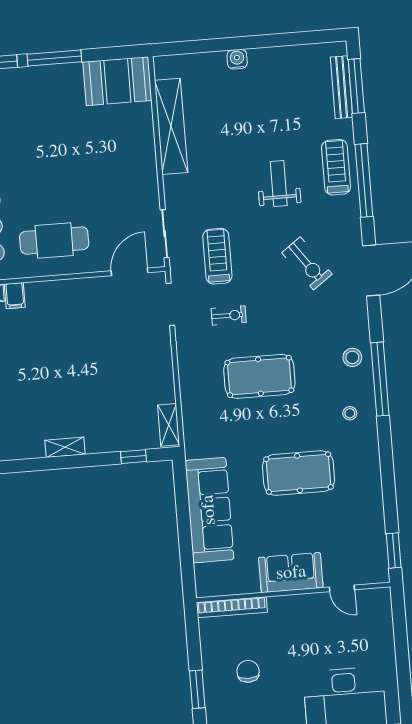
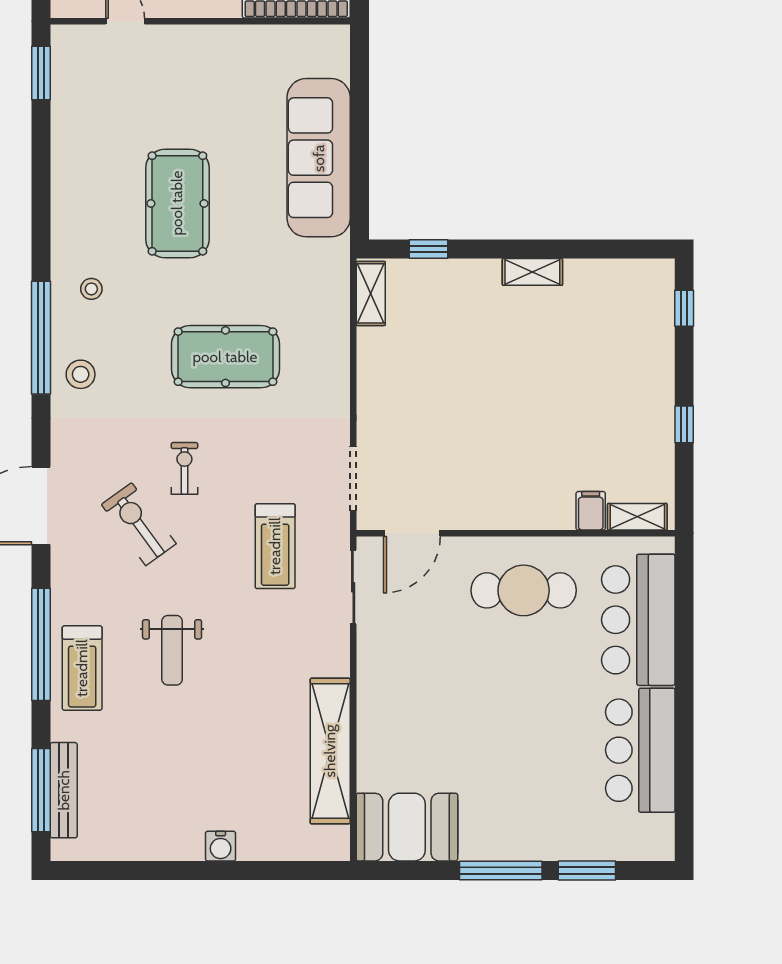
exercise bike: (229, 316) -> (184, 468), moved, turned 90
pool table: (299, 473) -> (177, 203), turned 90
sofa: (291, 573) -> (202, 52), removed

